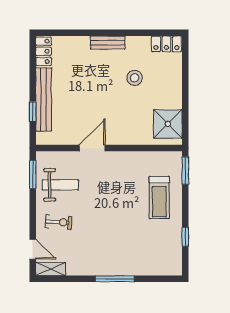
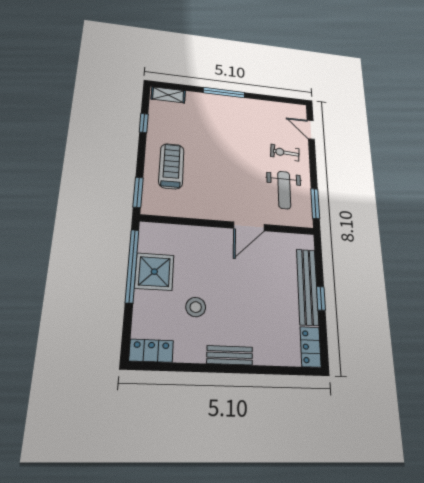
window: (185, 108) -> (132, 266), added
window: (33, 111) -> (321, 298), moved
shower: (168, 124) -> (154, 272), moved
weight bench: (60, 185) -> (284, 190), turned -90
shelving: (51, 269) -> (168, 95), moved

